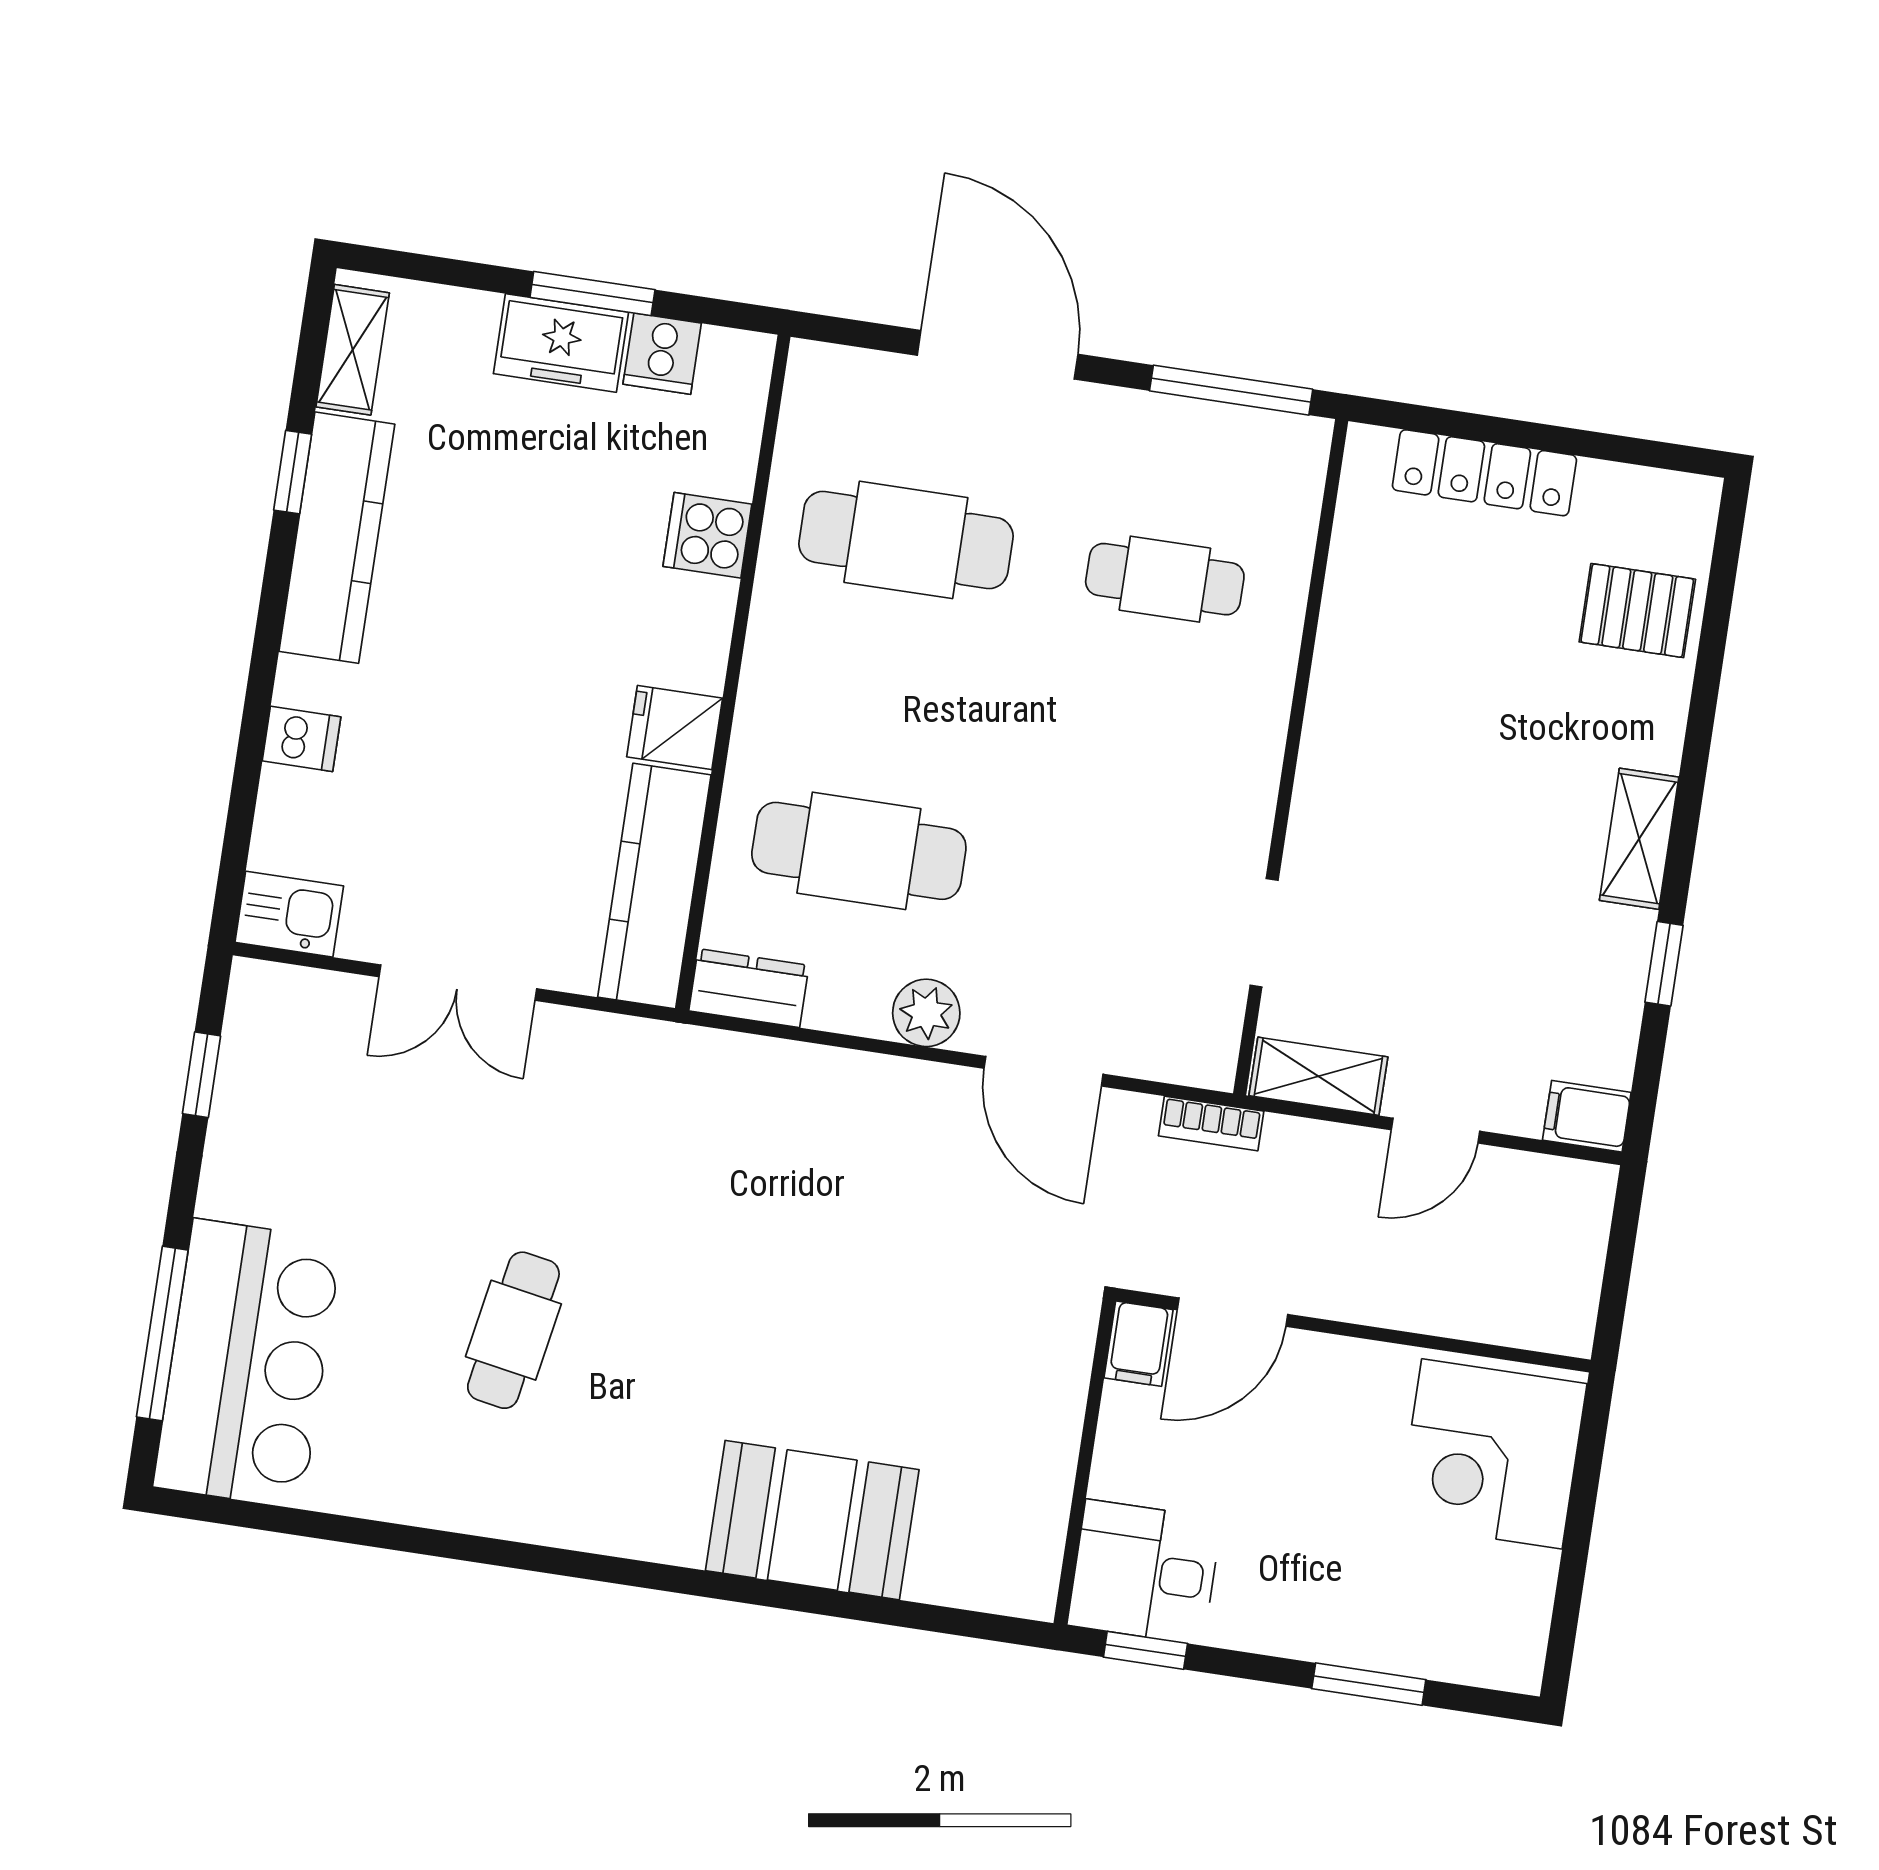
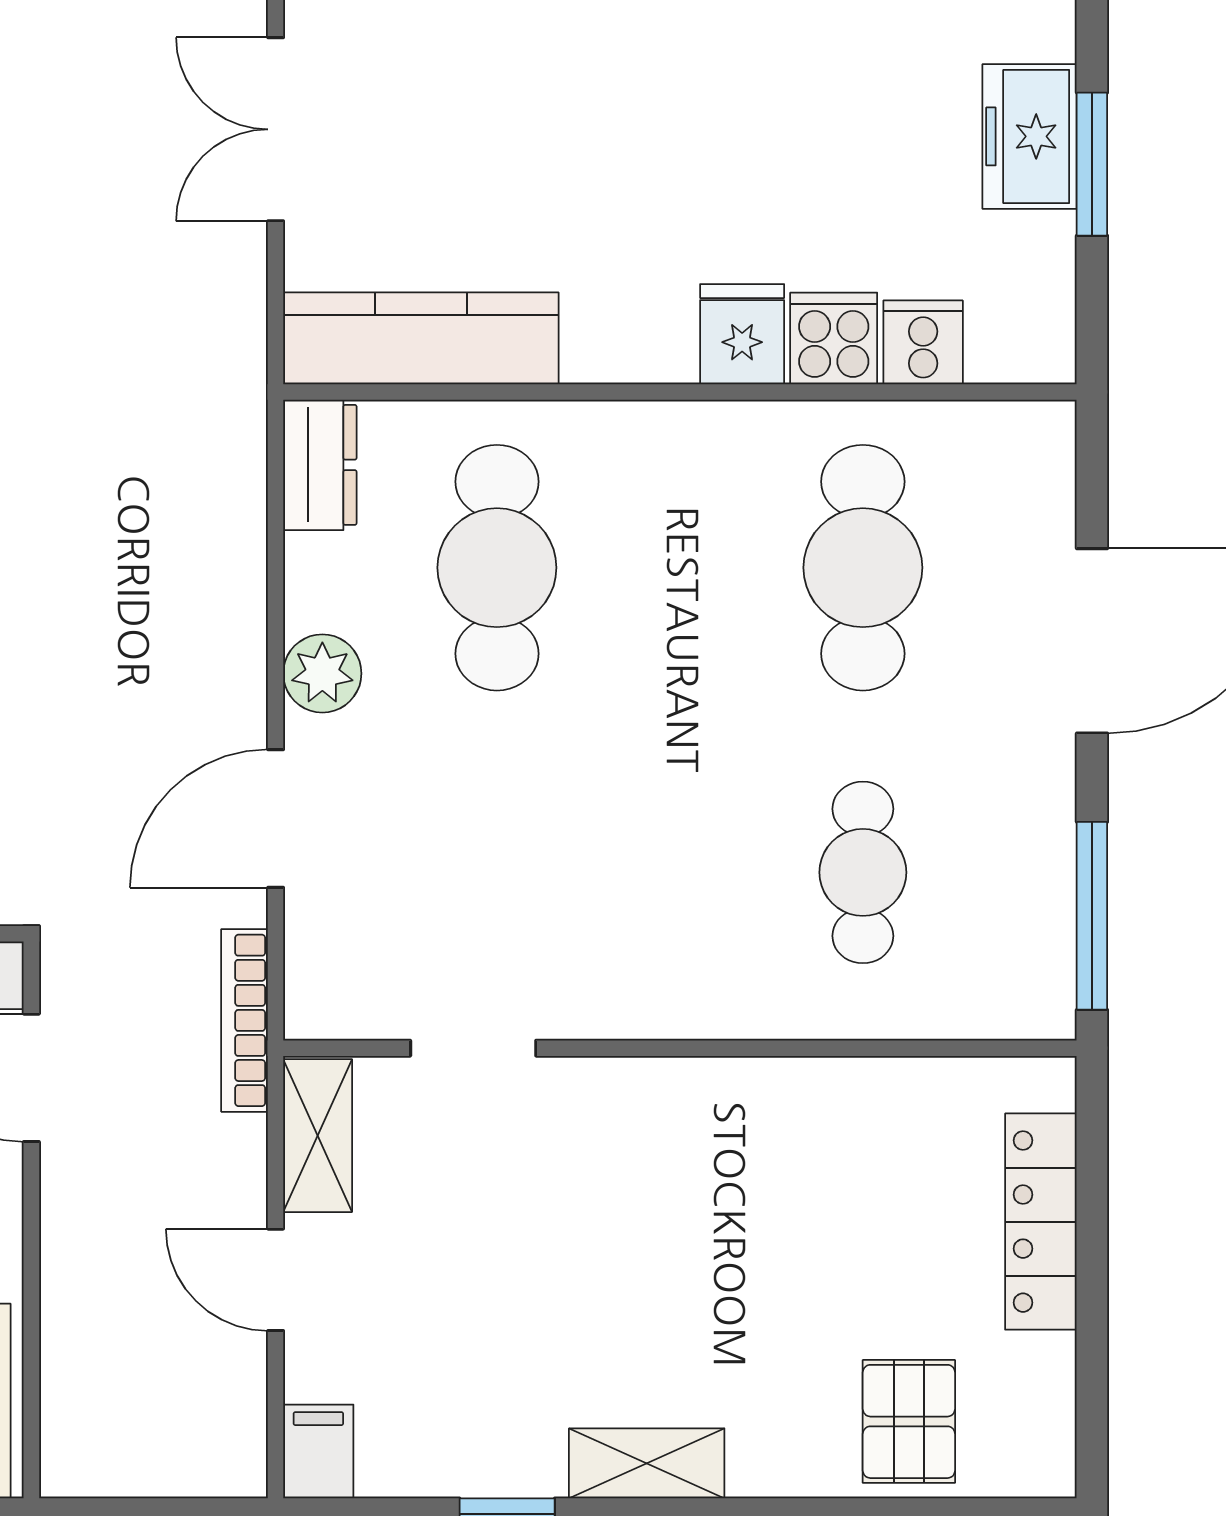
cooker: (662, 354) -> (923, 342), moved, turned 90
fridge: (675, 728) -> (742, 334), moved
bookcase: (1211, 1124) -> (245, 1020), width x1.56

